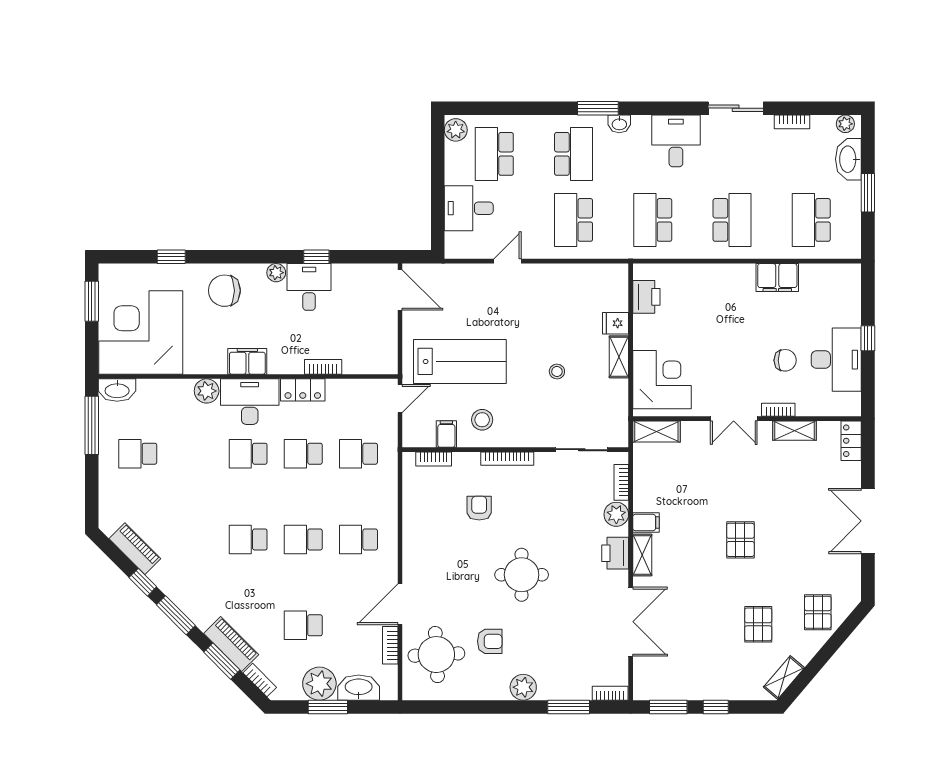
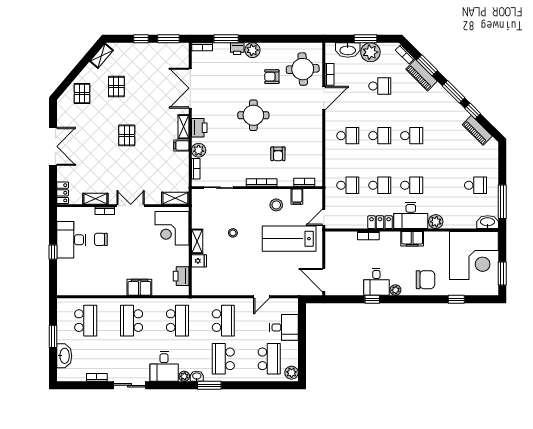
plant: (845, 124) -> (184, 376), moved
filing cabinet: (777, 278) -> (139, 287), moved
printer: (550, 690) -> (237, 49), added

